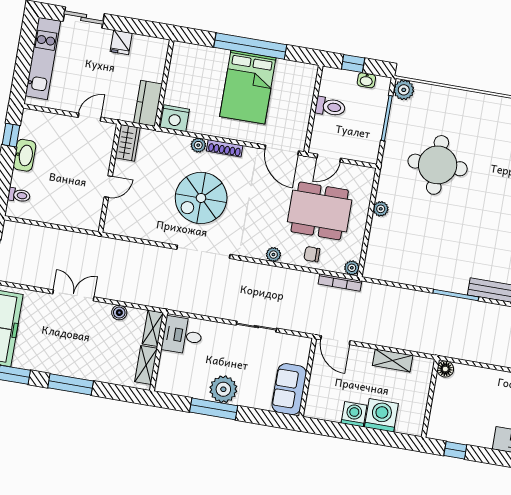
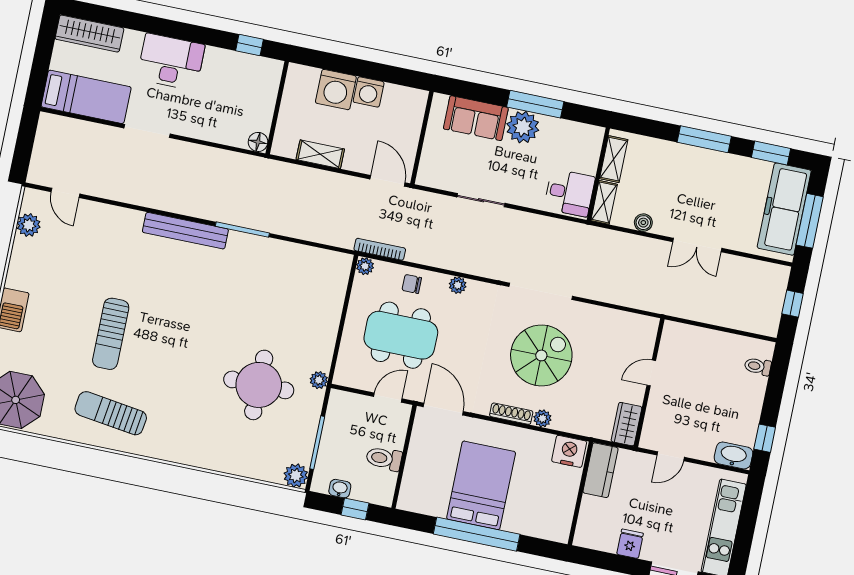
washbasin: (25, 155) -> (733, 455), moved, turned 90
plant: (381, 209) -> (319, 380), moved
chair: (312, 254) -> (412, 284), turned 180
sofa: (289, 389) -> (476, 118), moved, turned 90

